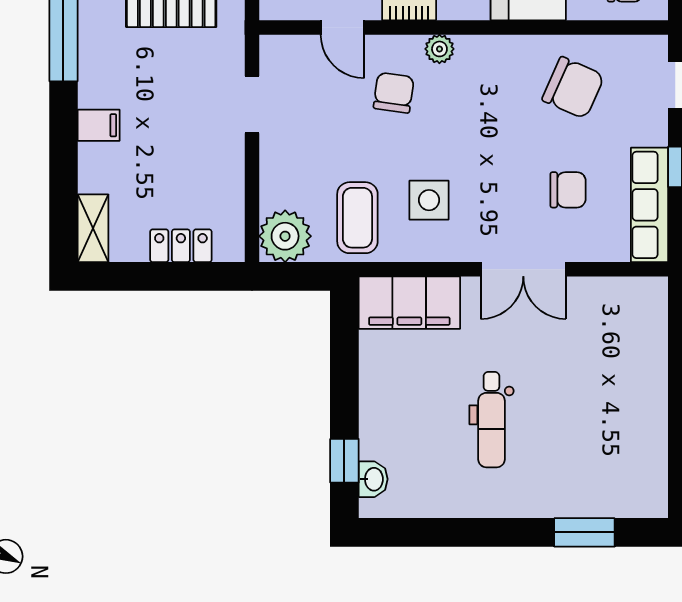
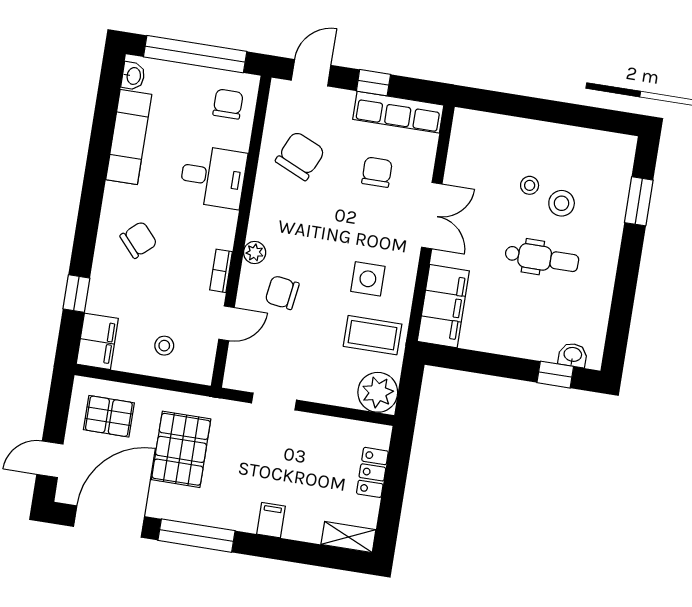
stool: (582, 389) -> (530, 185), added
stool: (566, 434) -> (562, 203), added

